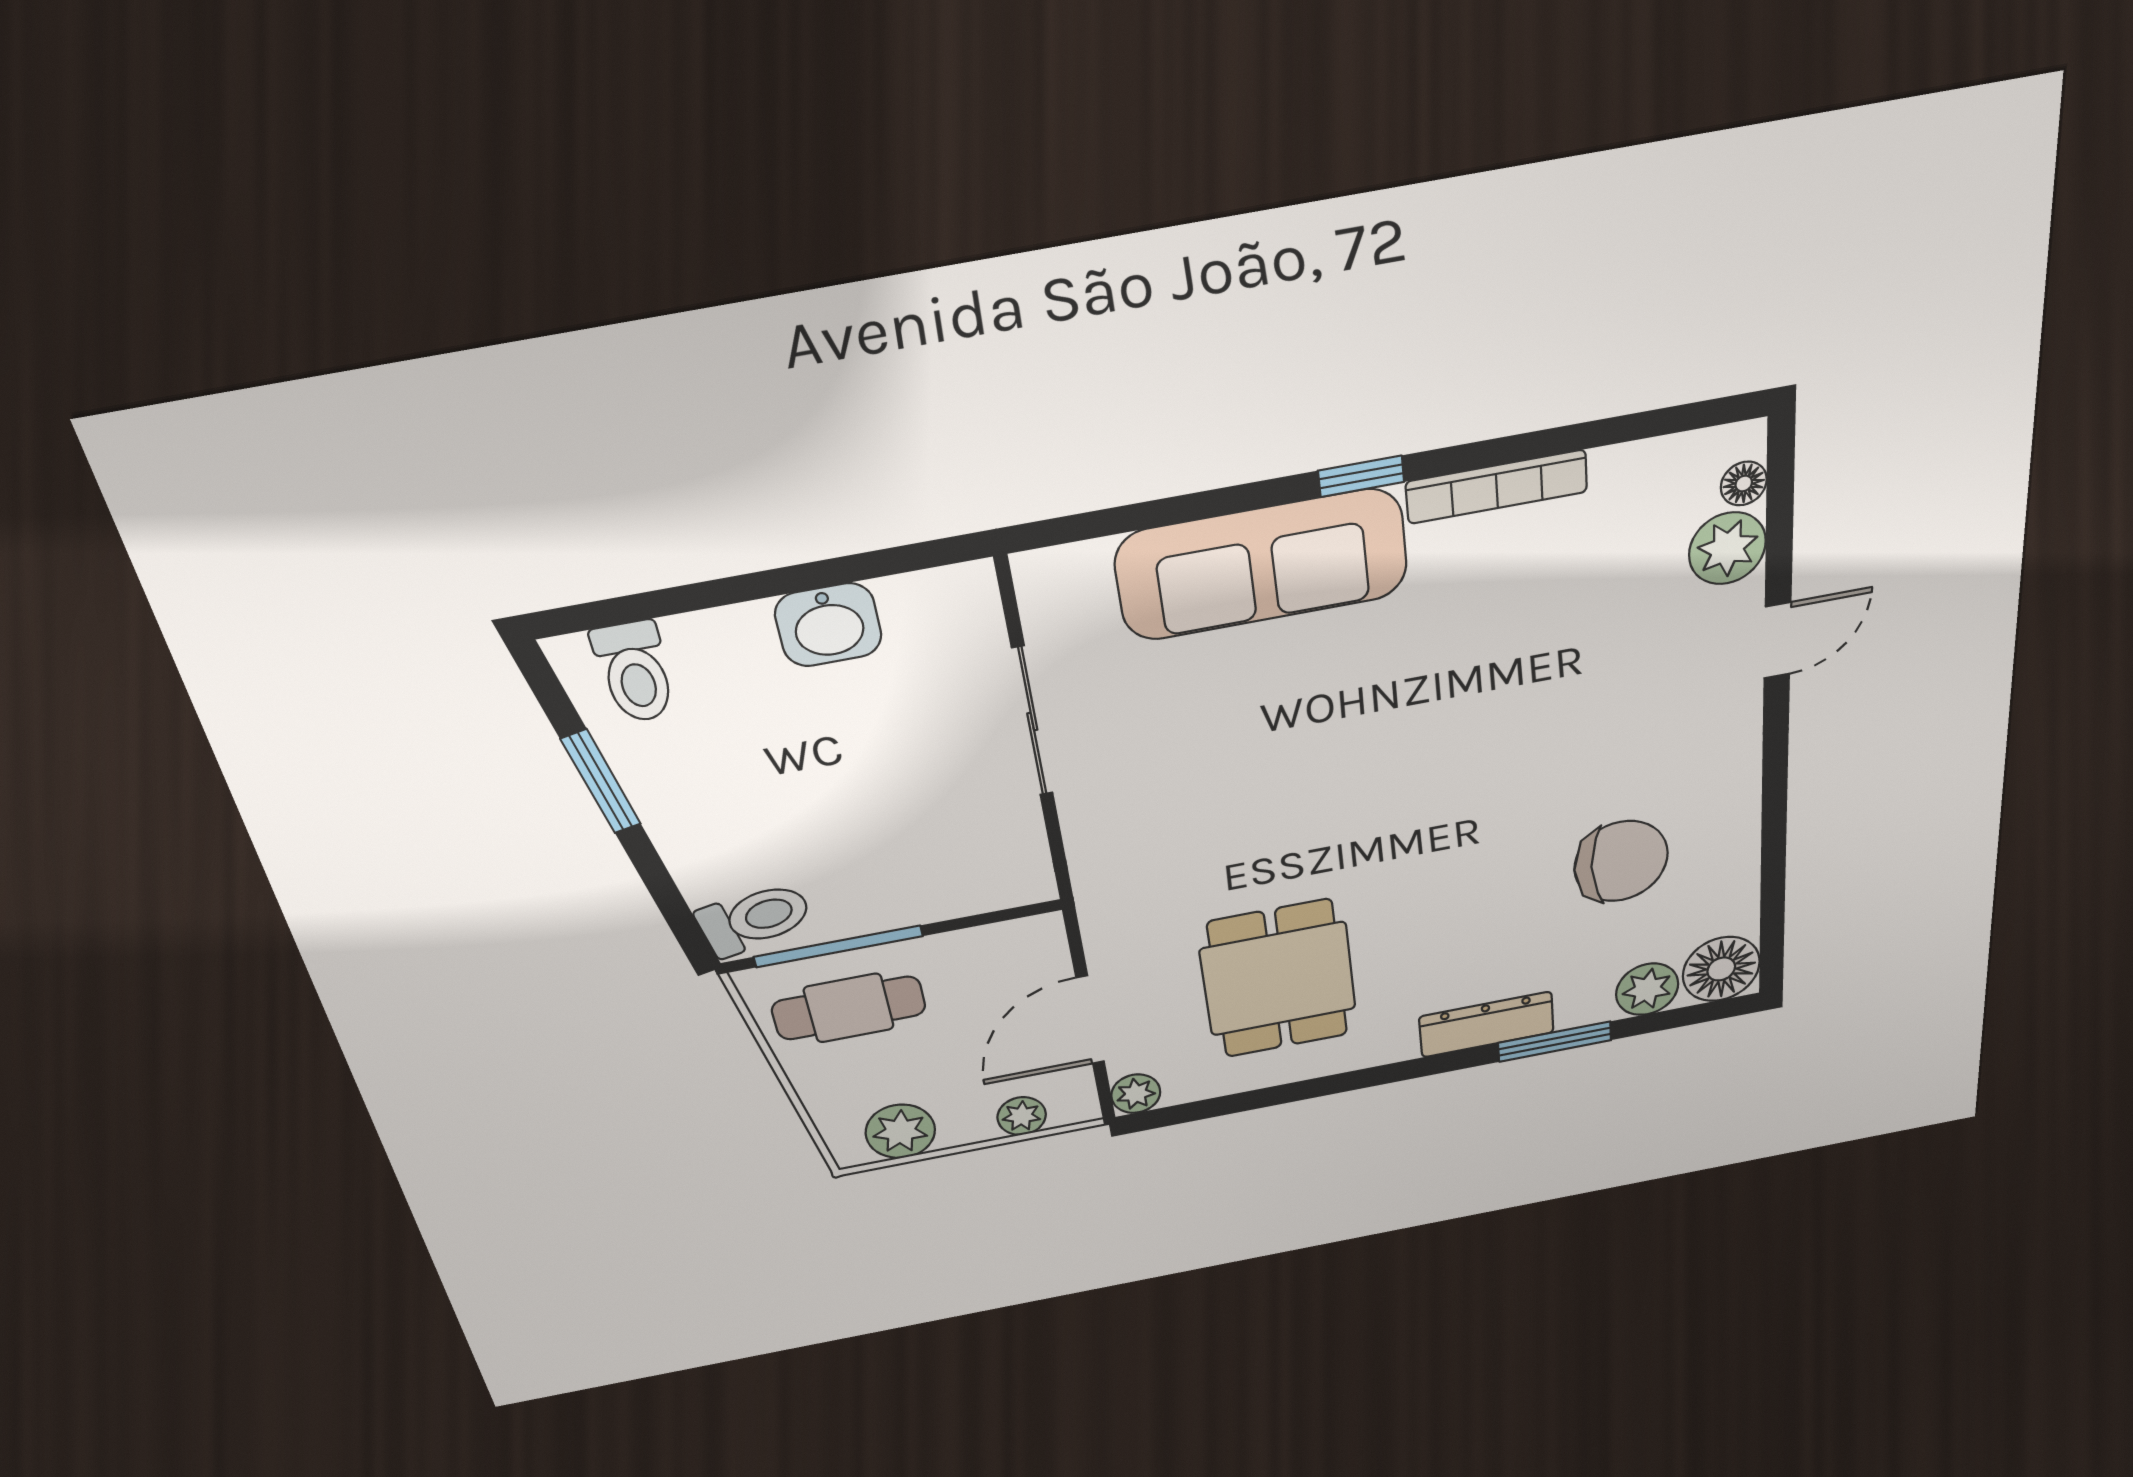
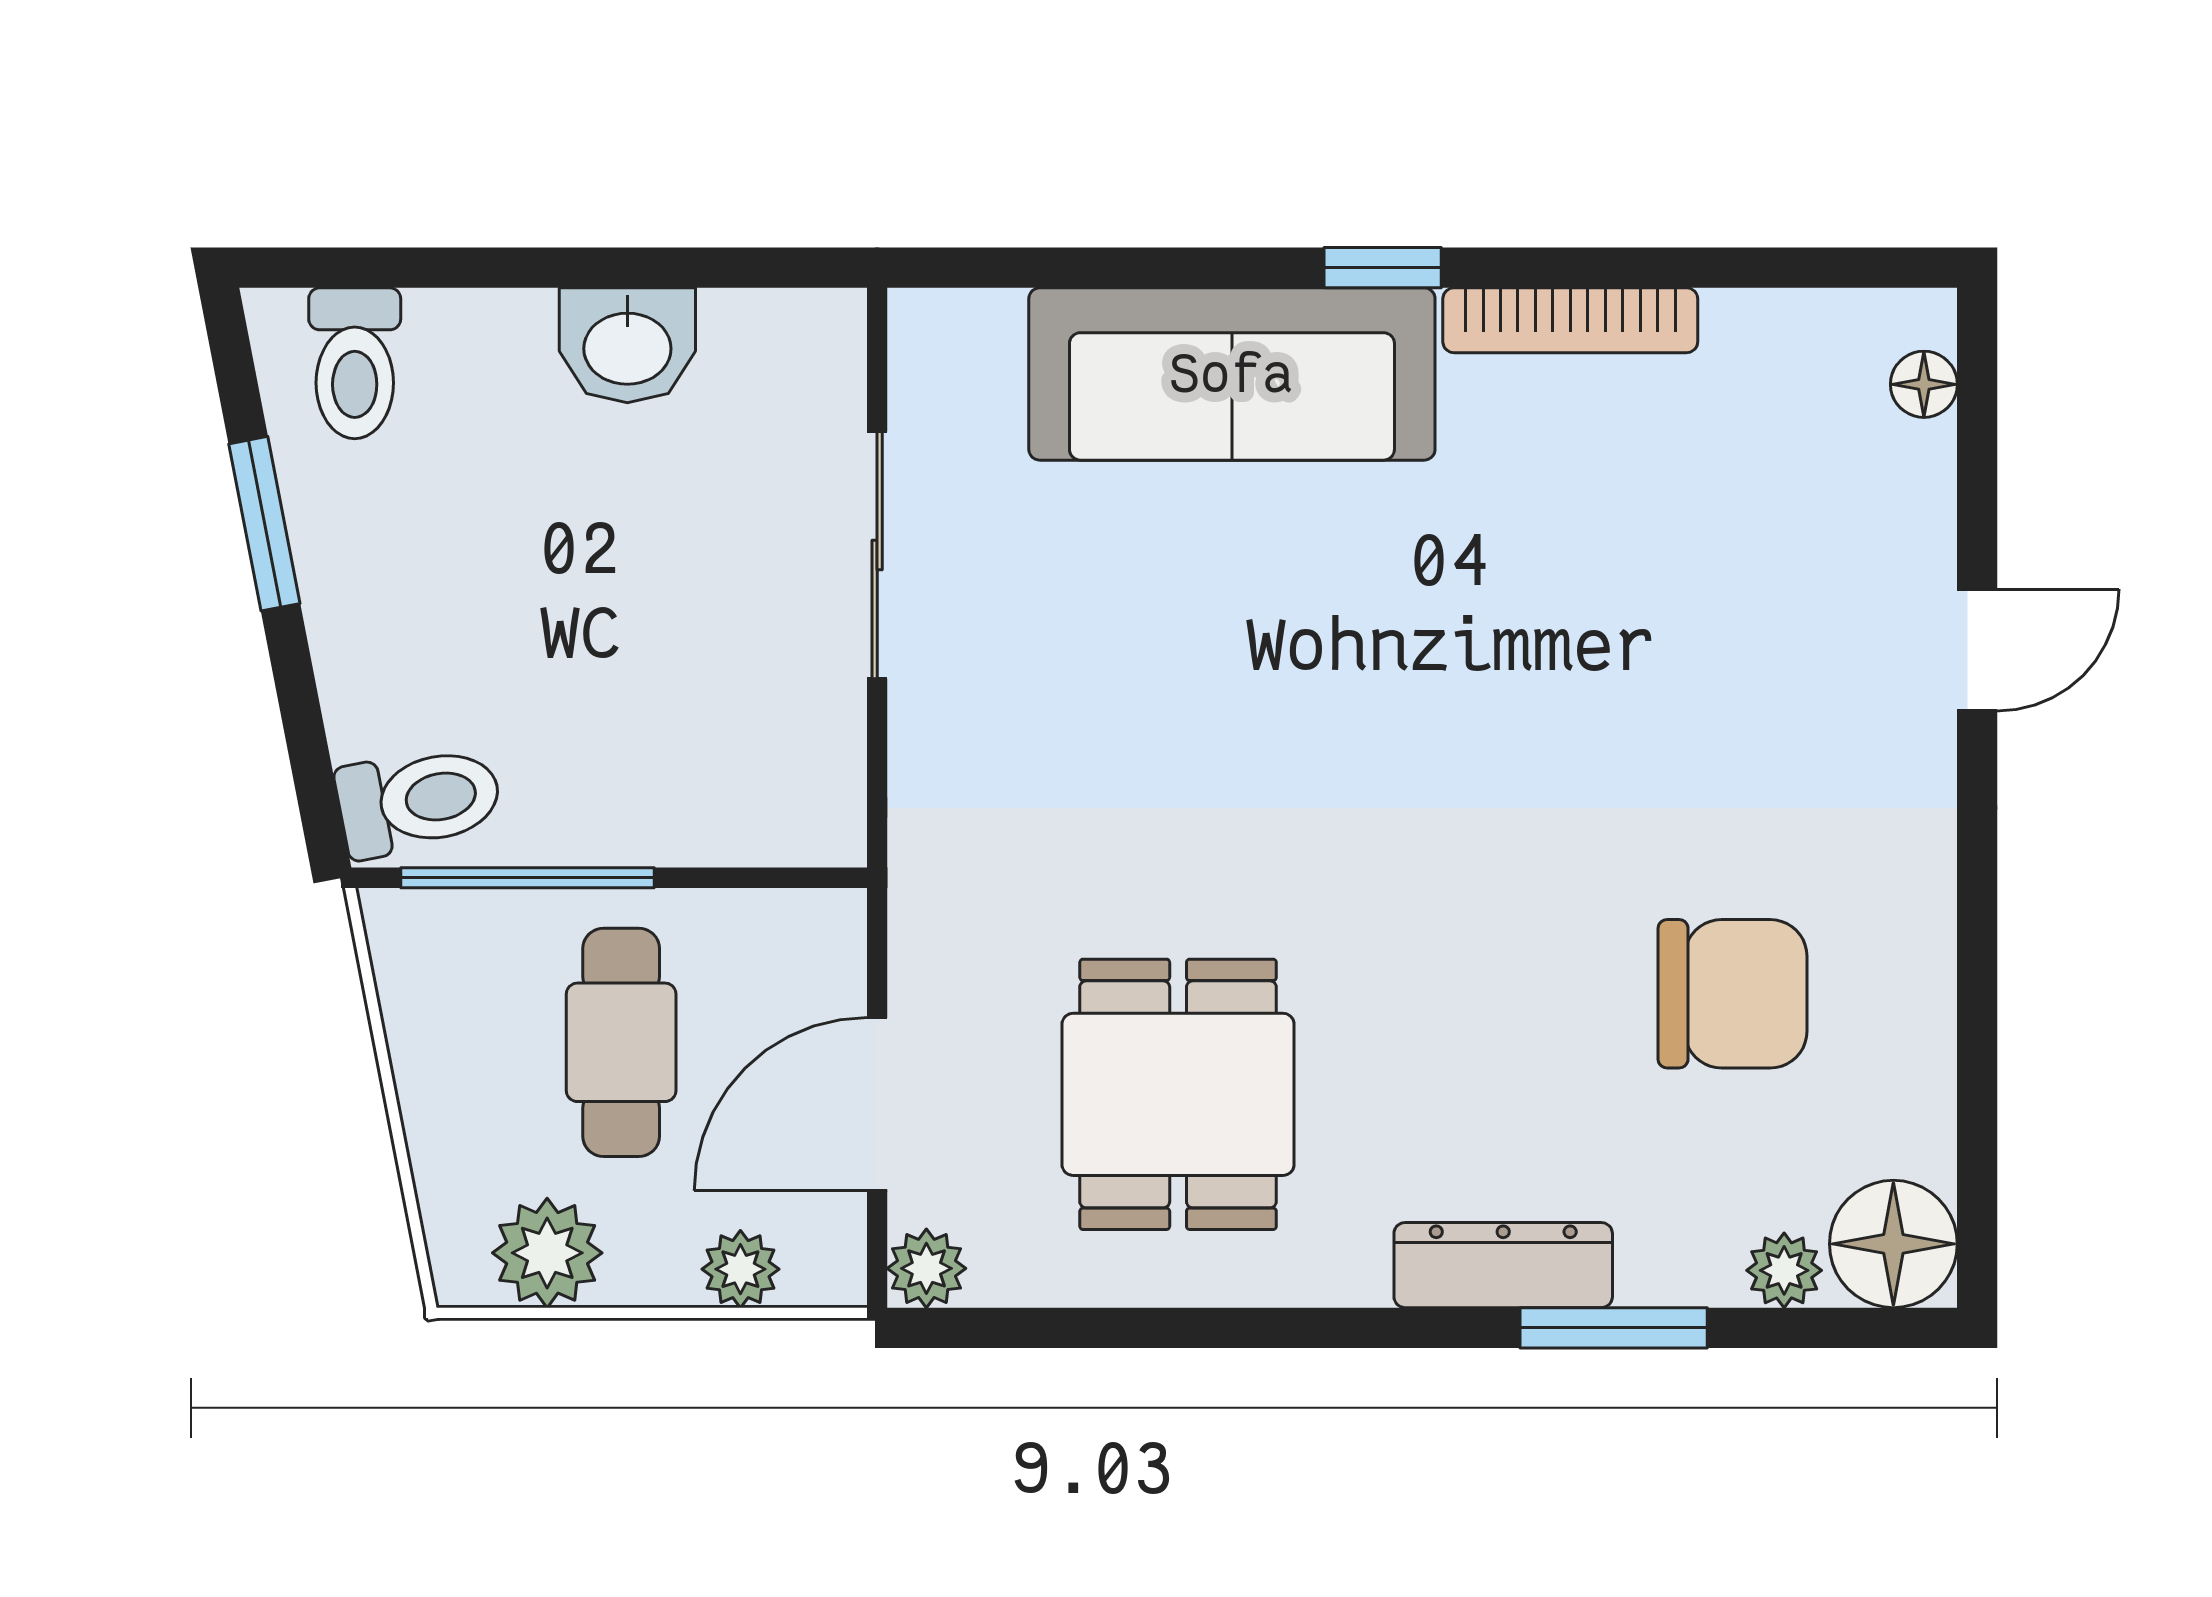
plant: (1727, 548) -> (1901, 482), removed
plant: (1647, 989) -> (1784, 1270), width x0.73, depth x0.73
cafe table: (849, 1008) -> (621, 1042), moved, turned 90

